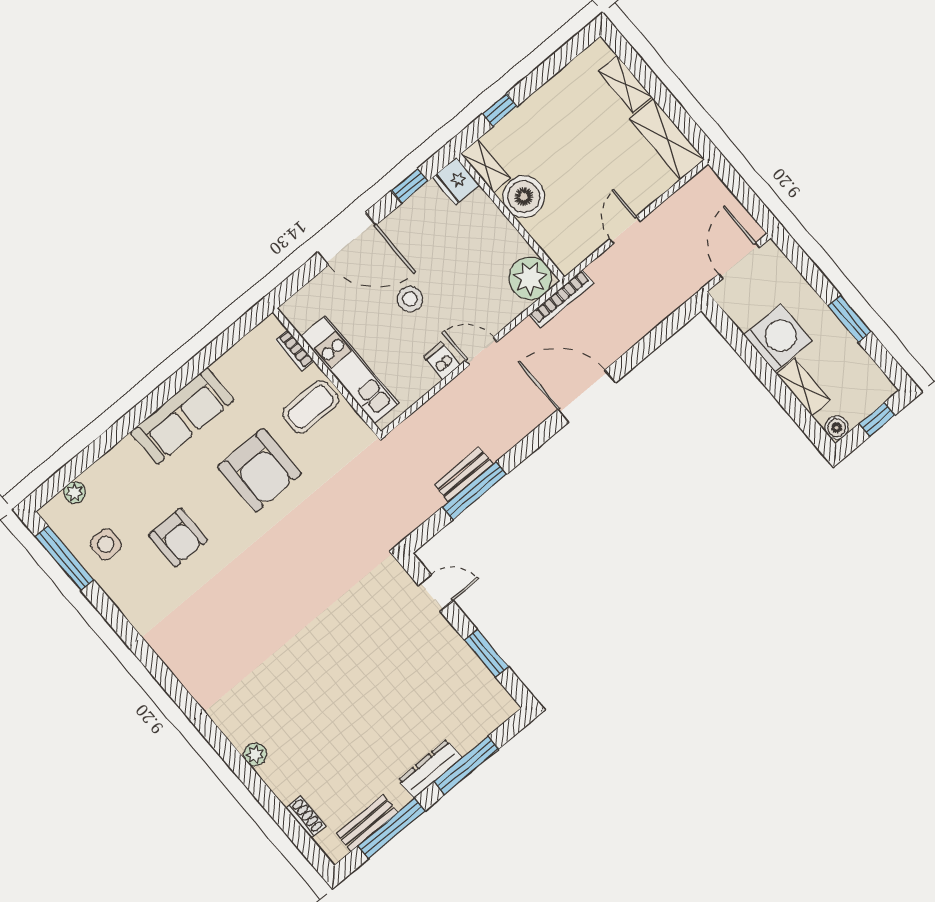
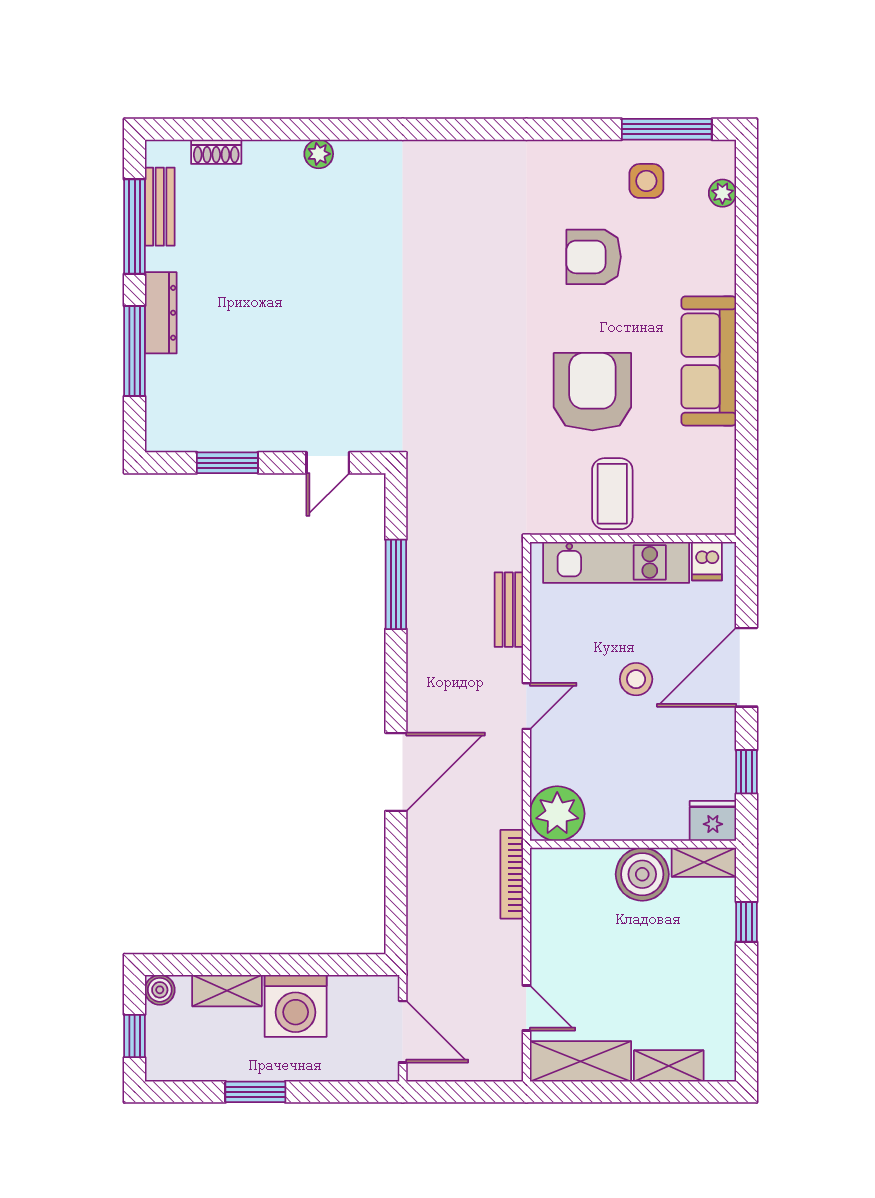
door: (625, 230) -> (526, 1008), moved
bookcase: (561, 299) -> (512, 874), moved
bookcase: (295, 350) -> (681, 524), removed
dishwasher: (442, 361) -> (707, 561), moved, turned 90
armchair: (259, 470) -> (592, 392), turned 90
bench: (464, 474) -> (509, 610), moved

